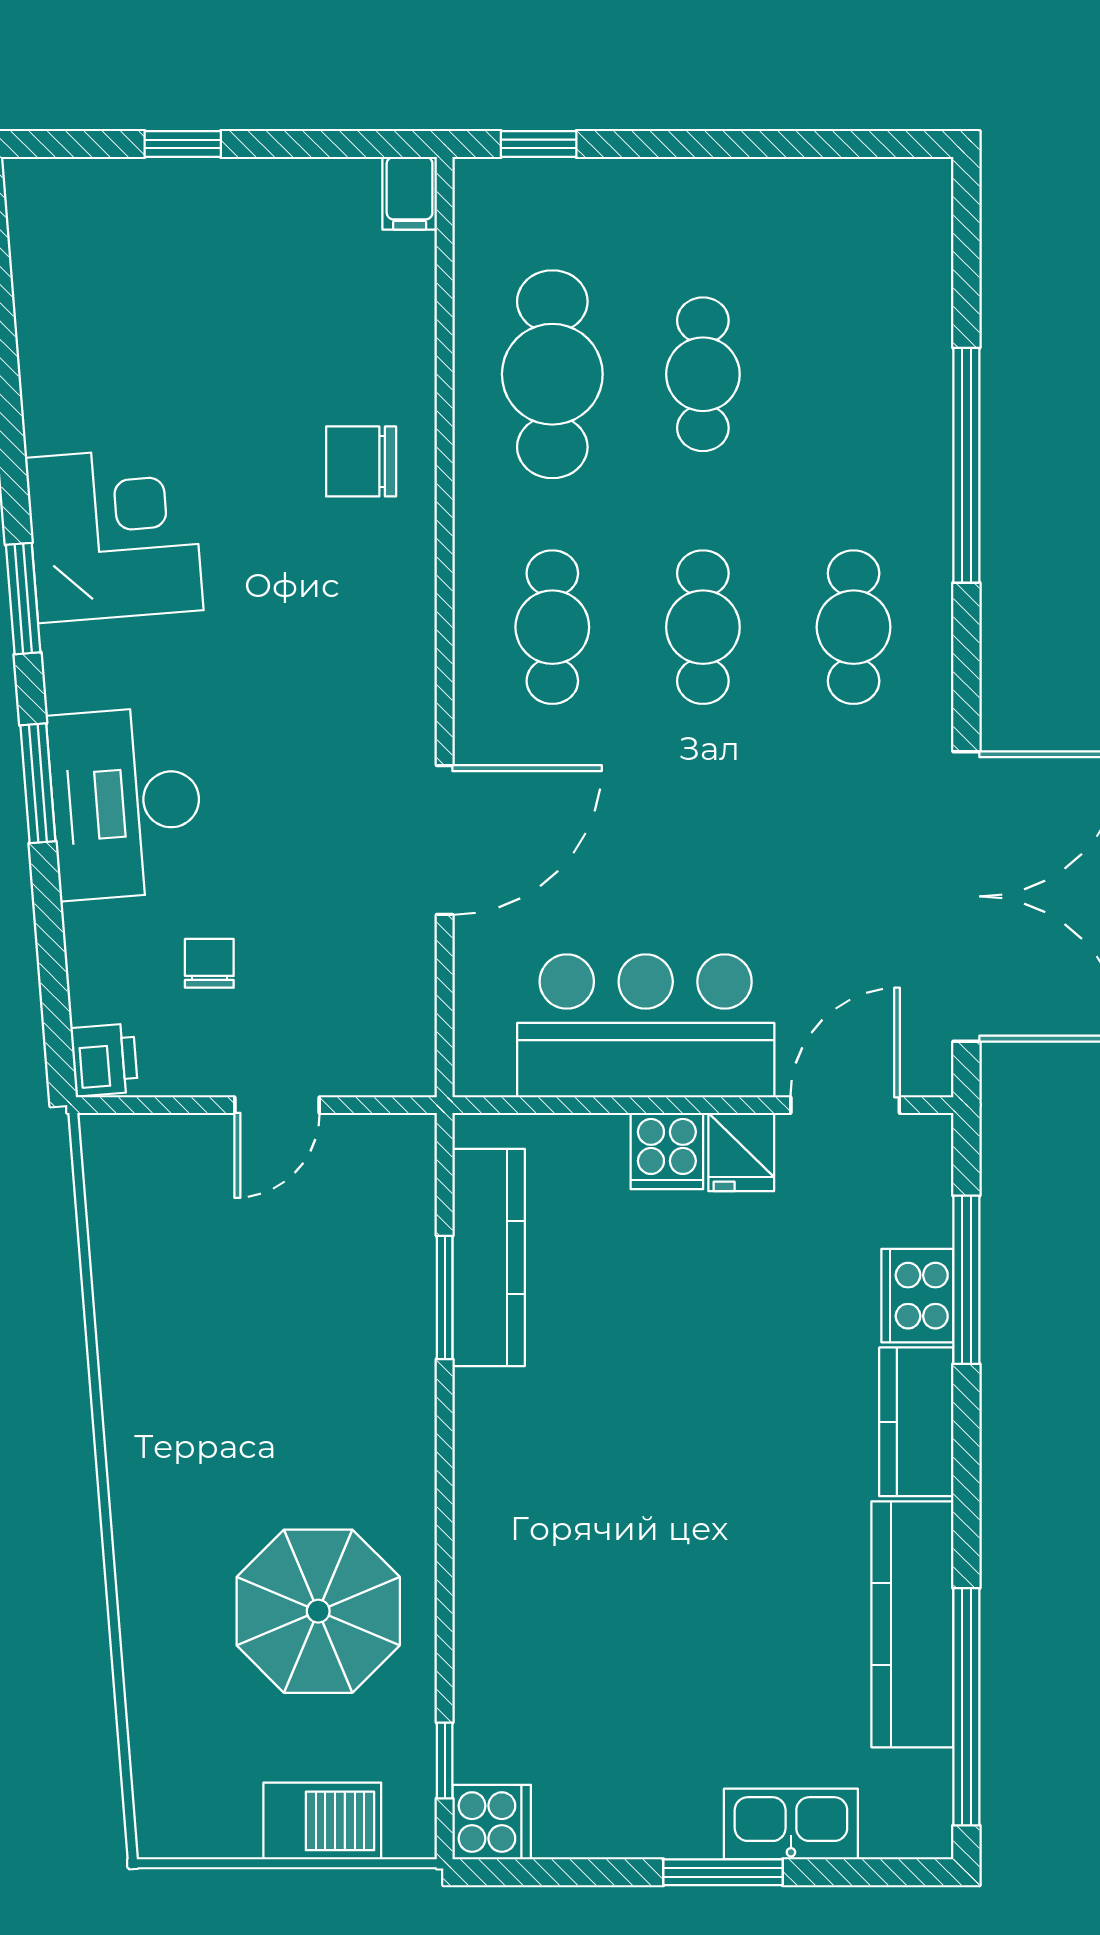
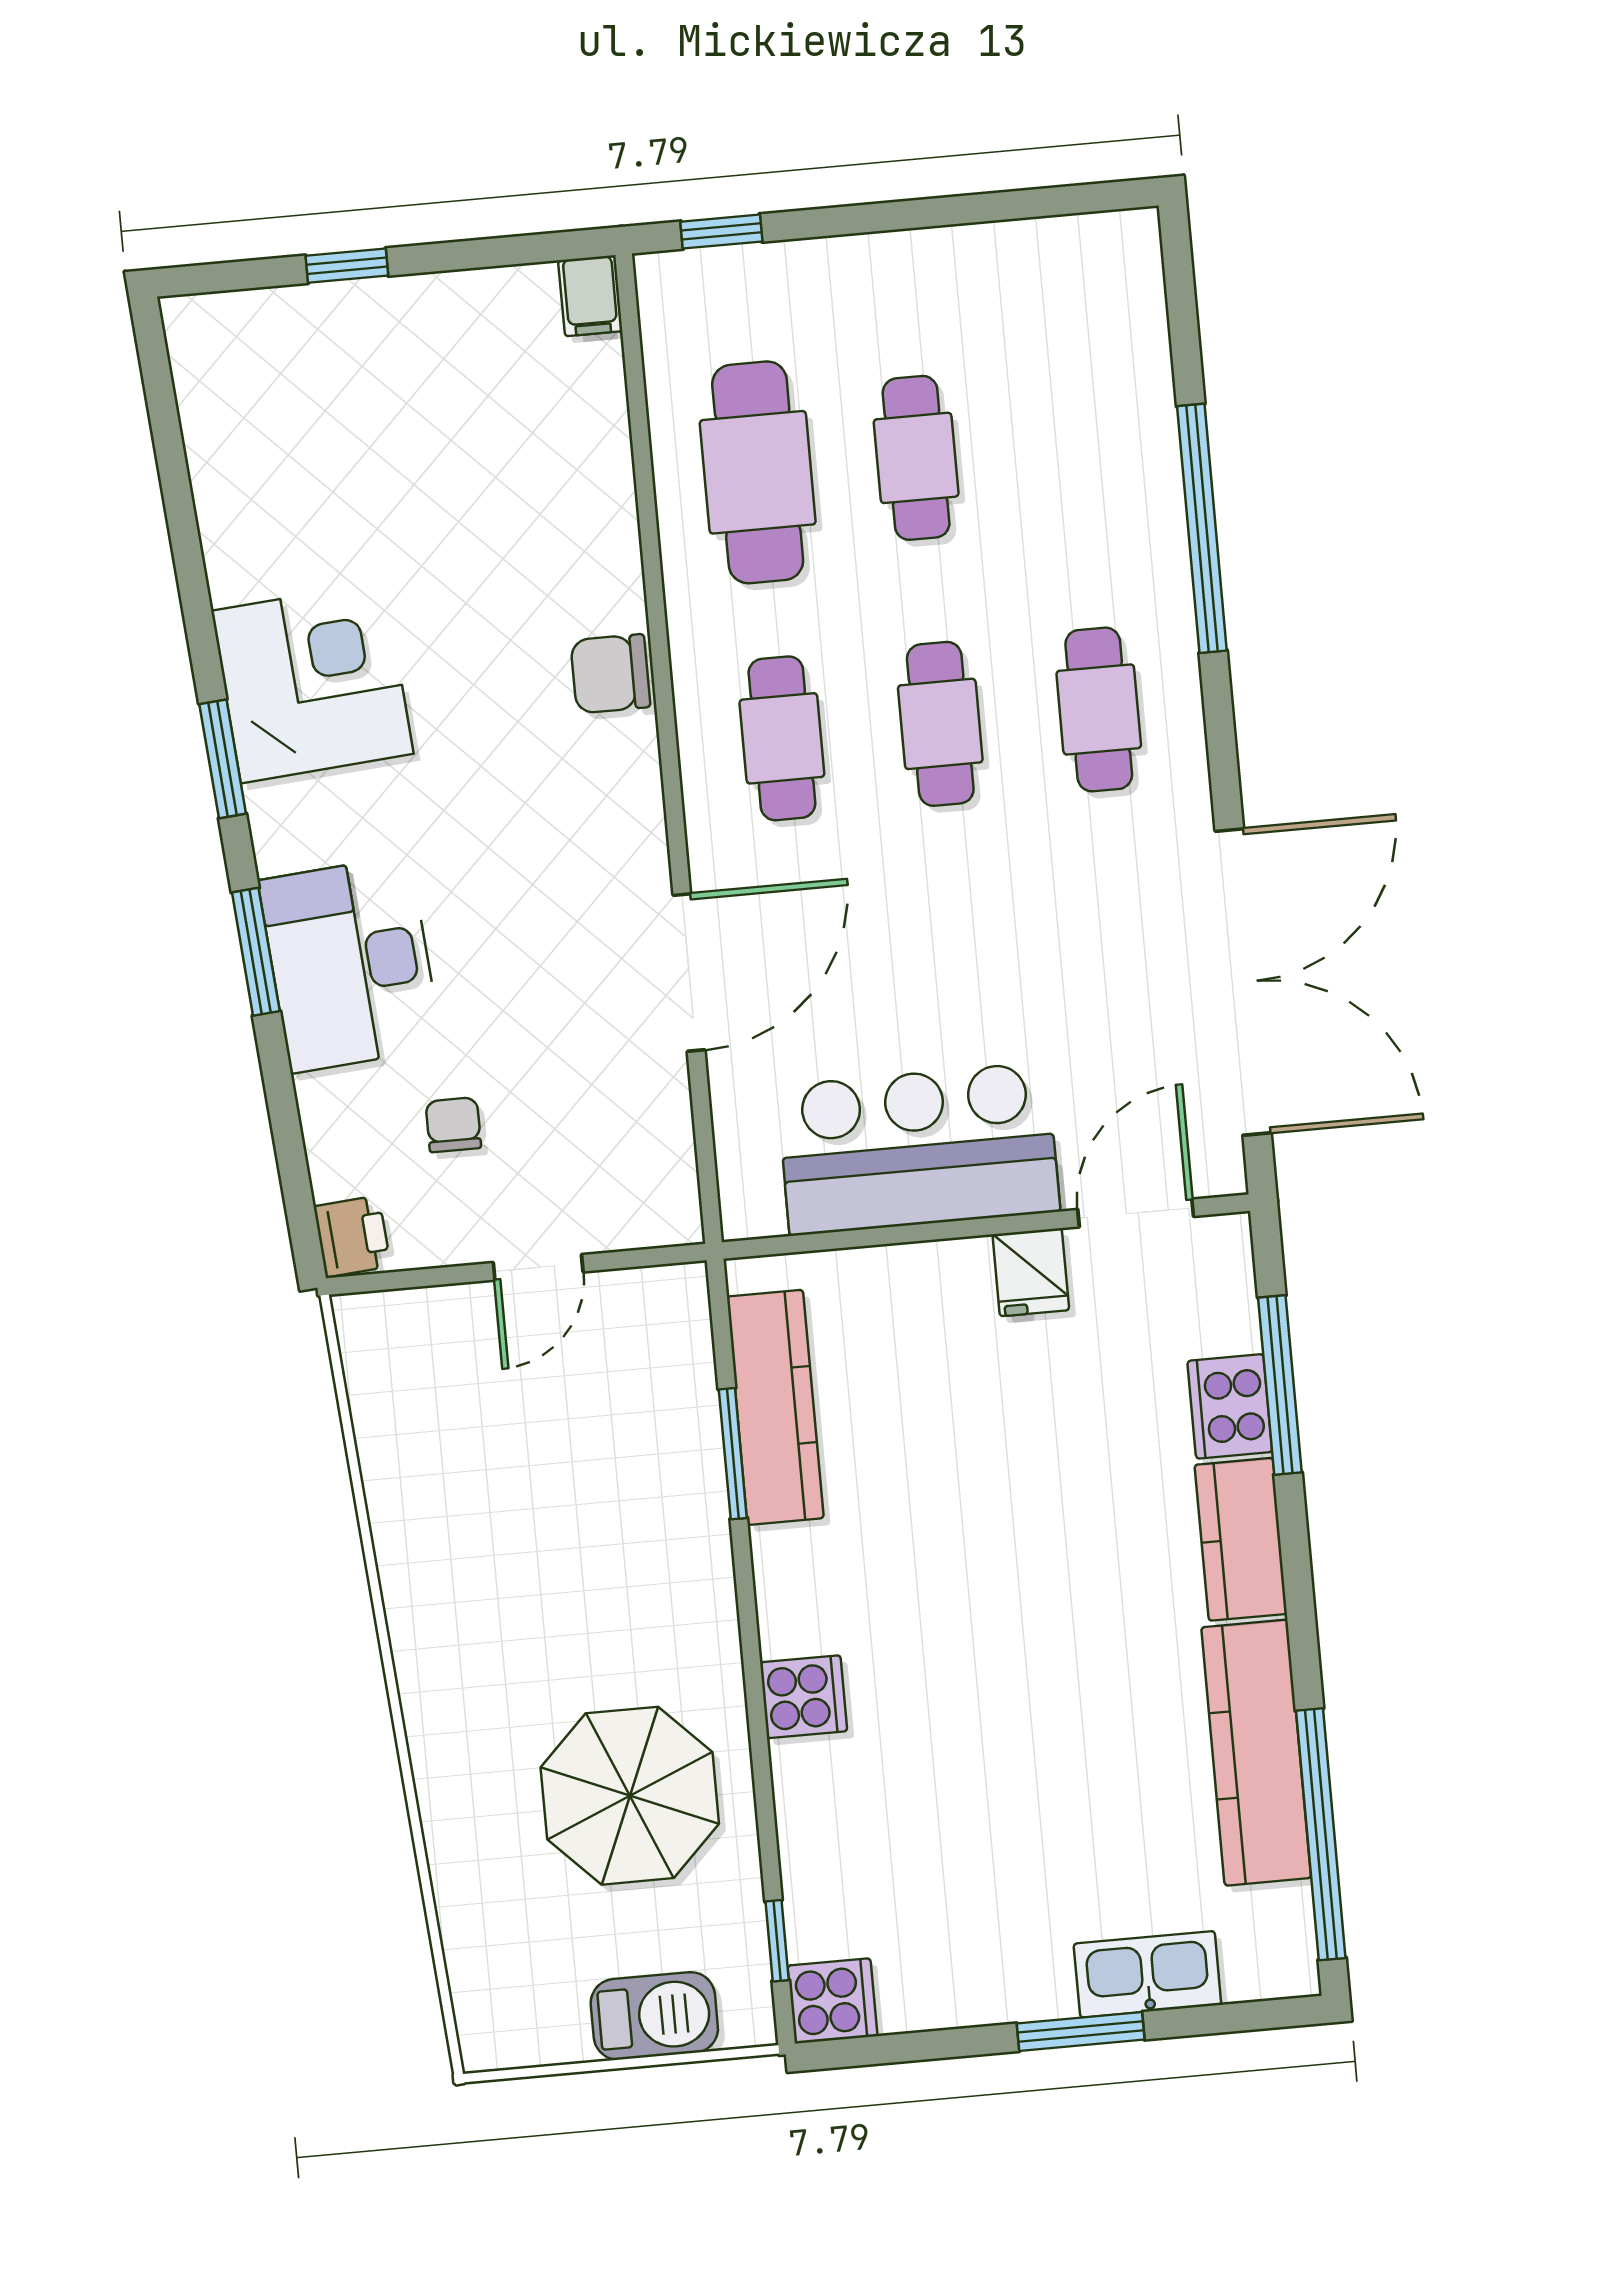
chair: (361, 461) -> (610, 674), moved
cooker: (667, 1151) -> (804, 1697), moved, turned -90

